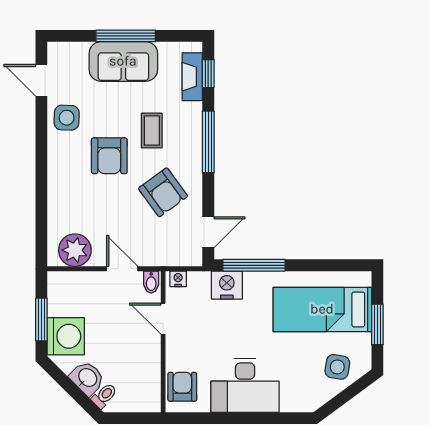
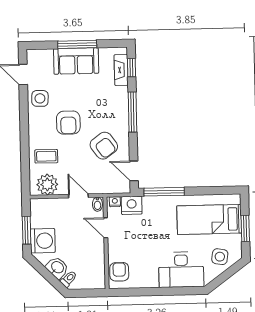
coffee table: (152, 131) -> (46, 156), moved, turned 90
door: (208, 232) -> (134, 171), swing flipped
nightstand: (227, 285) -> (132, 205), moved
desk: (245, 386) -> (181, 270), moved

